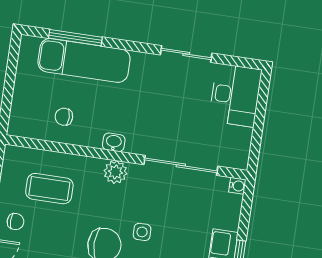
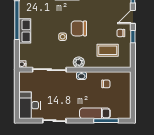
exam couch: (84, 60) -> (95, 113), width x0.73, depth x0.69

